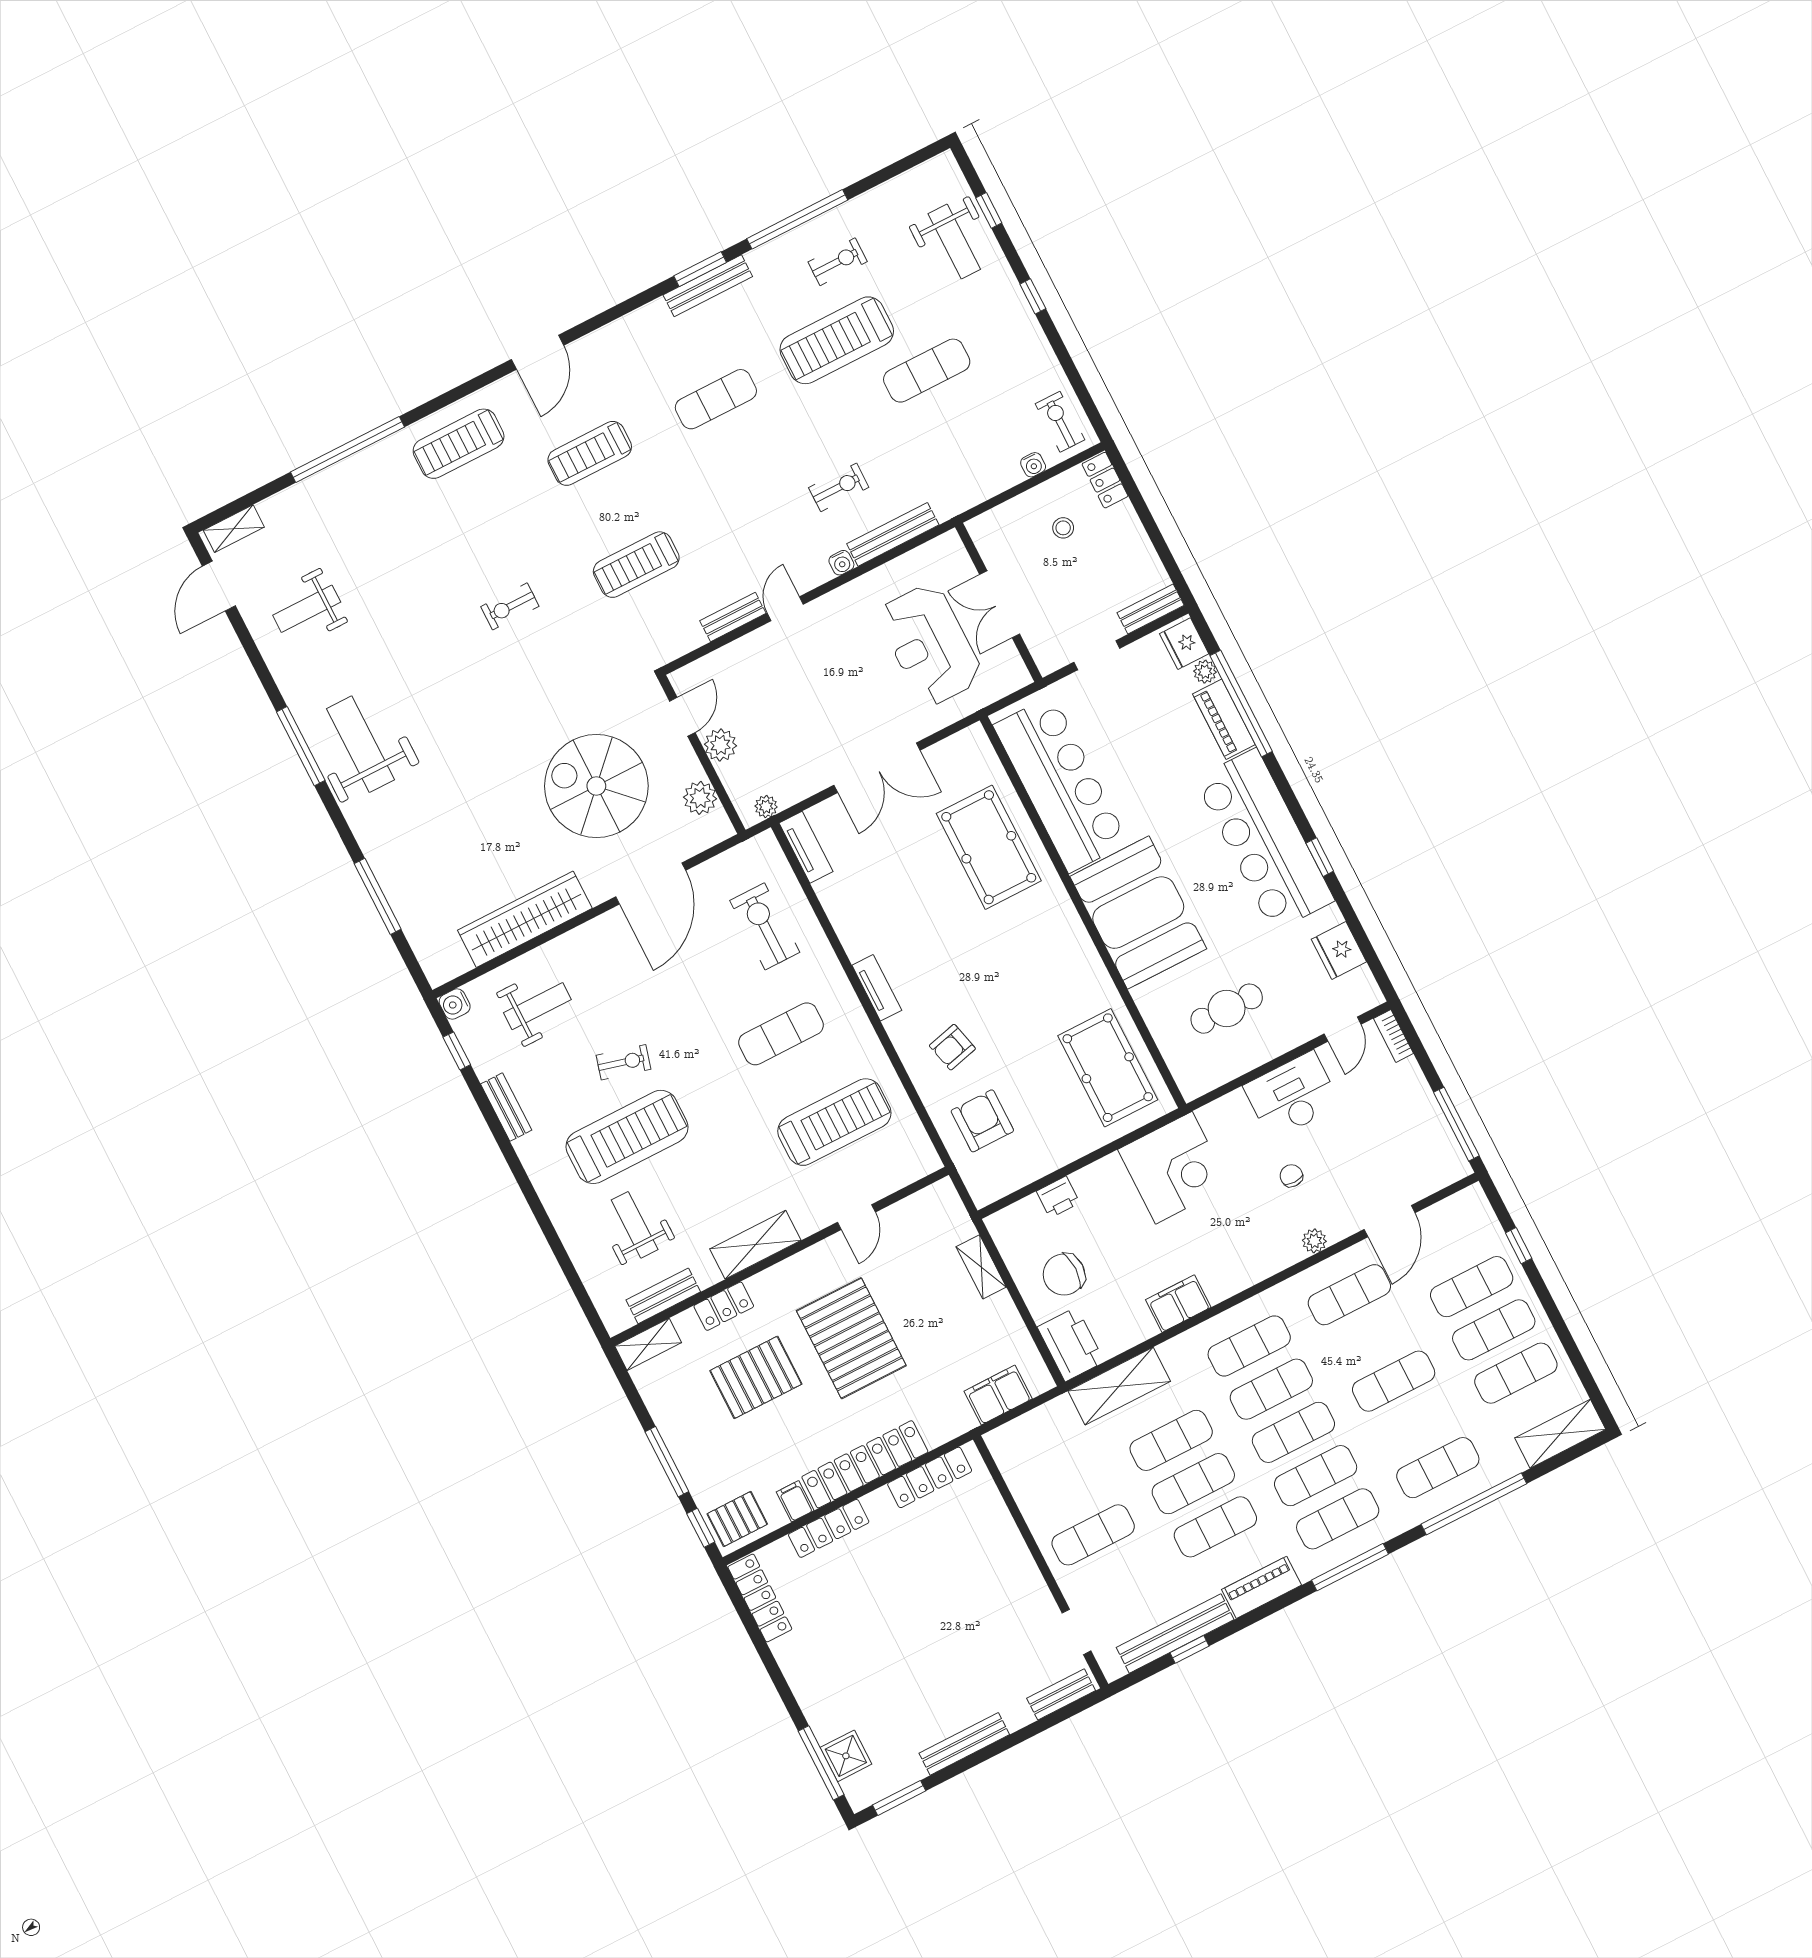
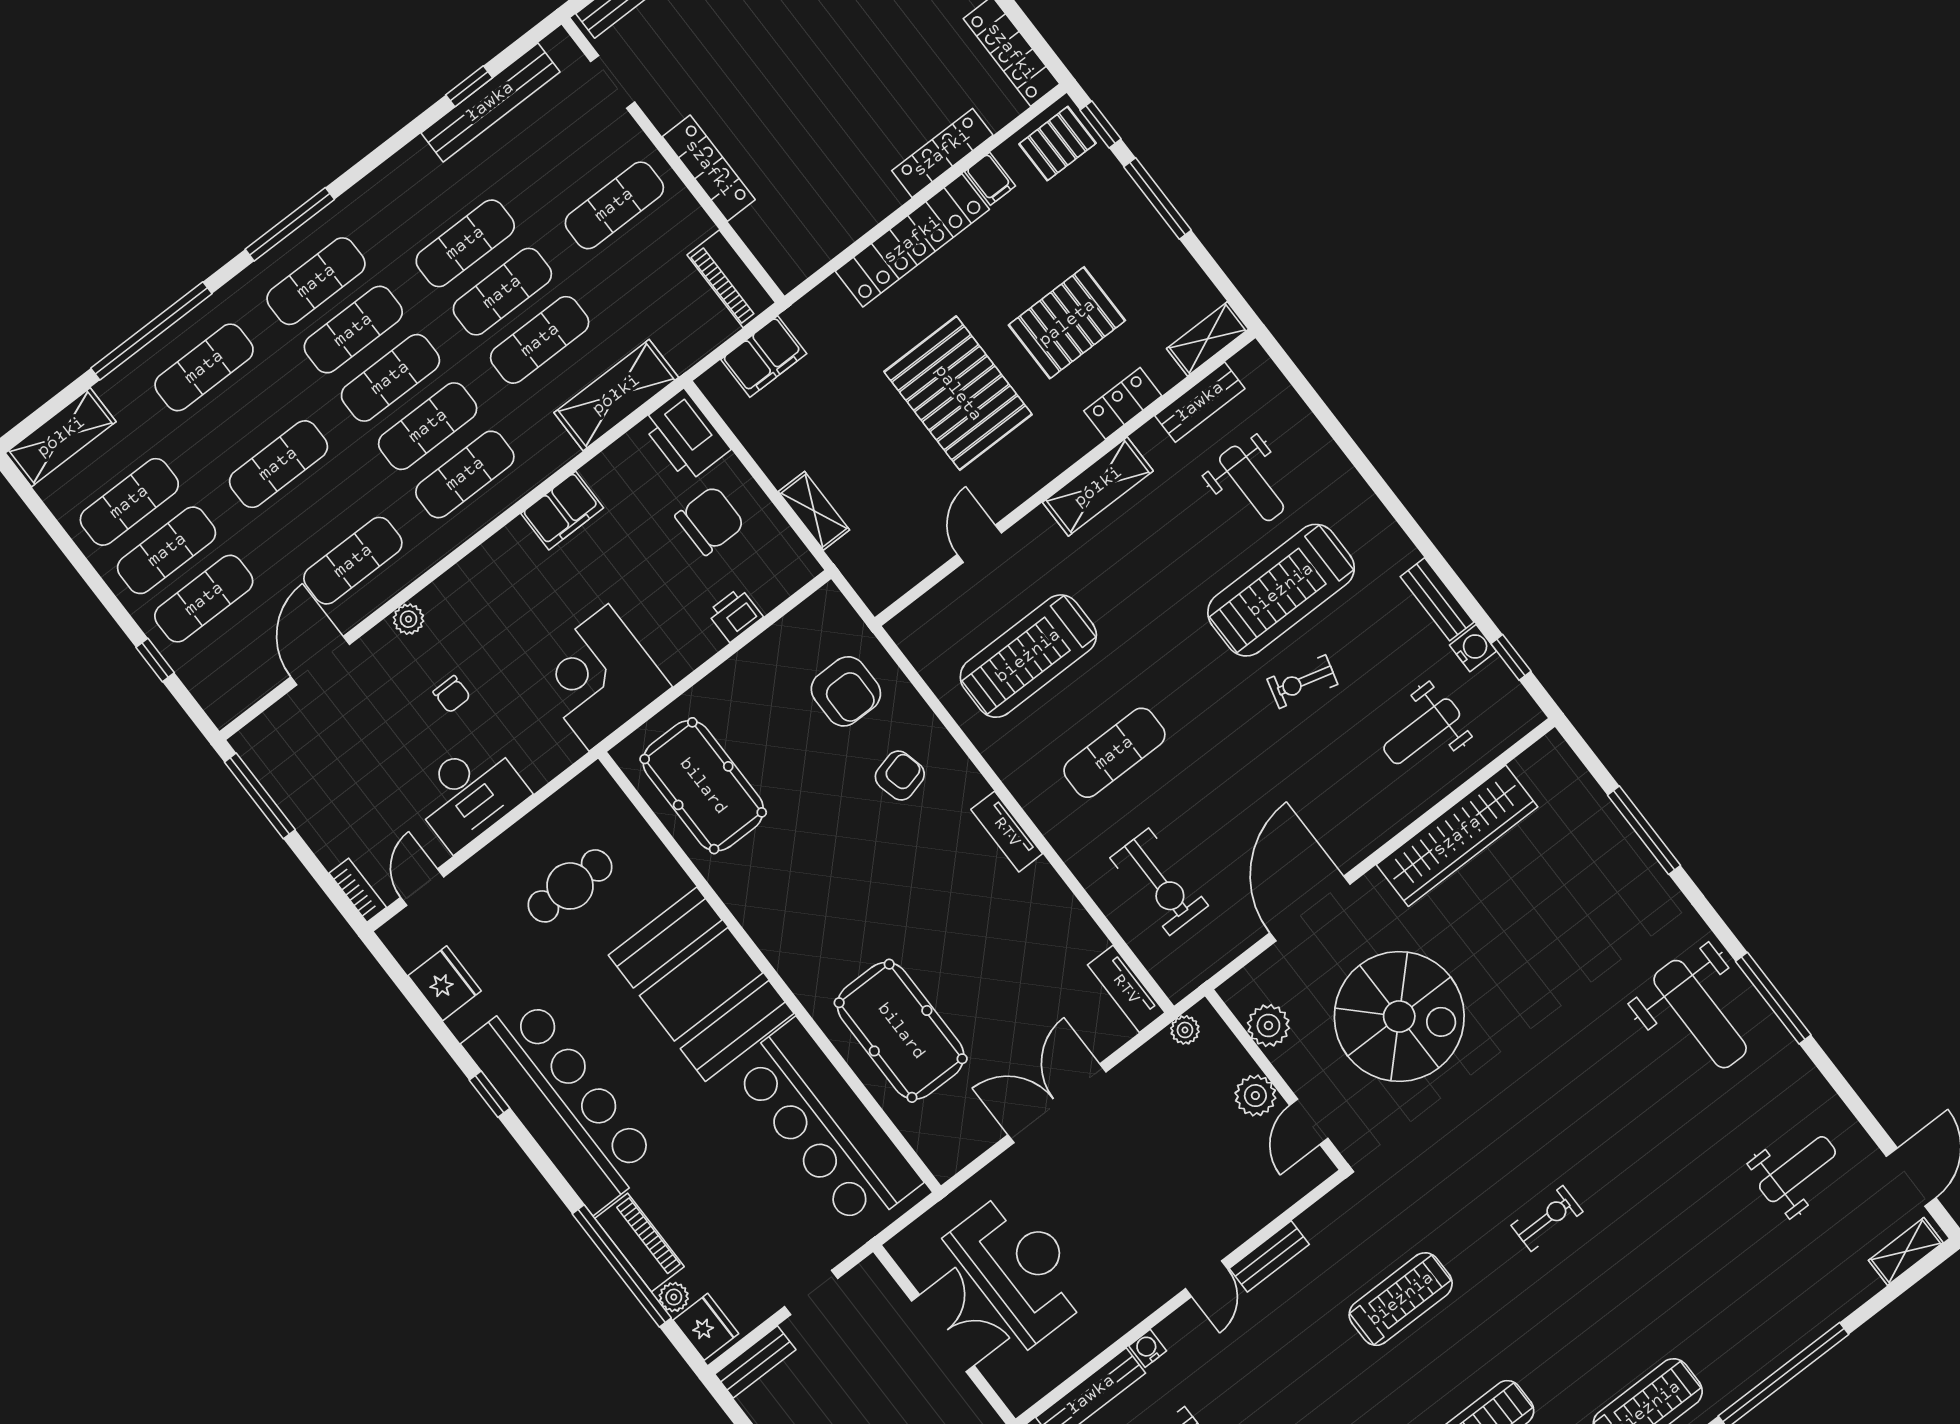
water cooler: (455, 1004) -> (1473, 648), moved
locker: (930, 1477) -> (709, 168), moved, turned 90
piano: (1261, 1587) -> (731, 279), moved, turned 90

